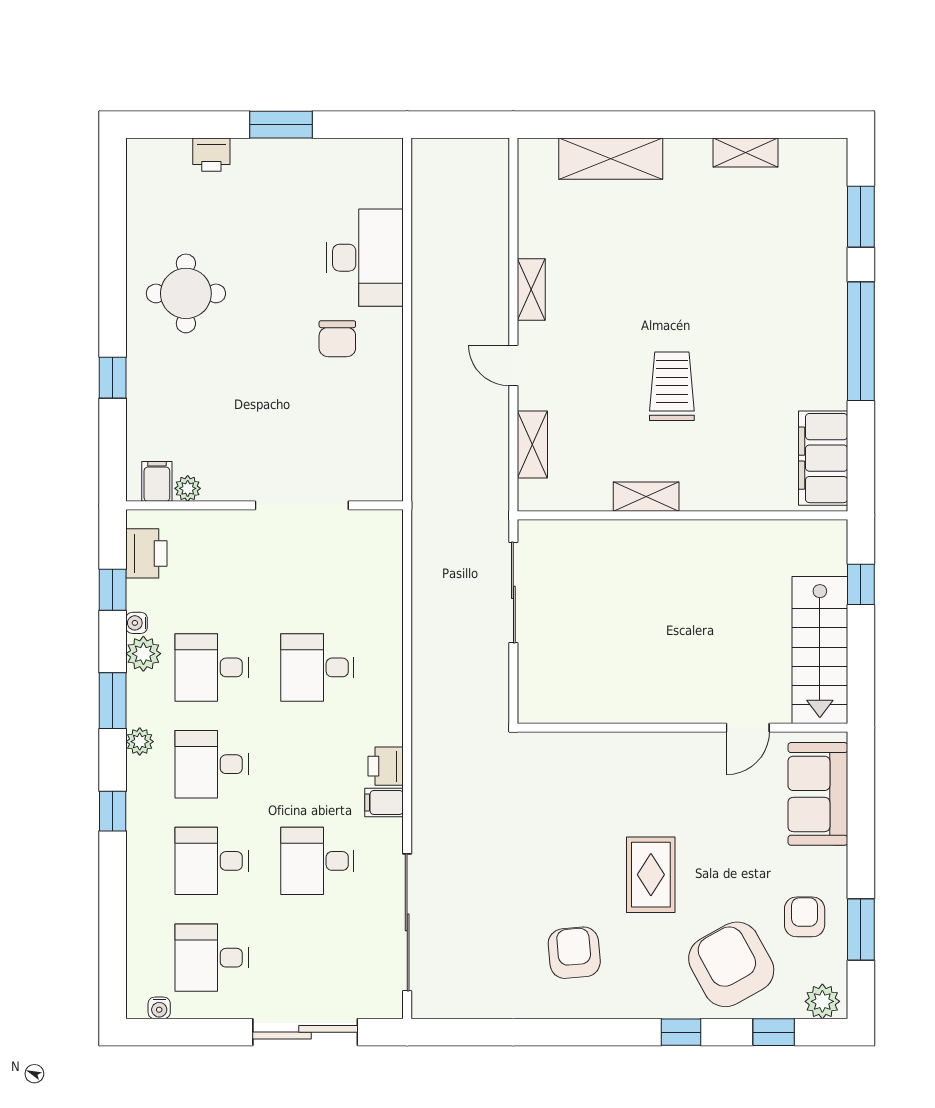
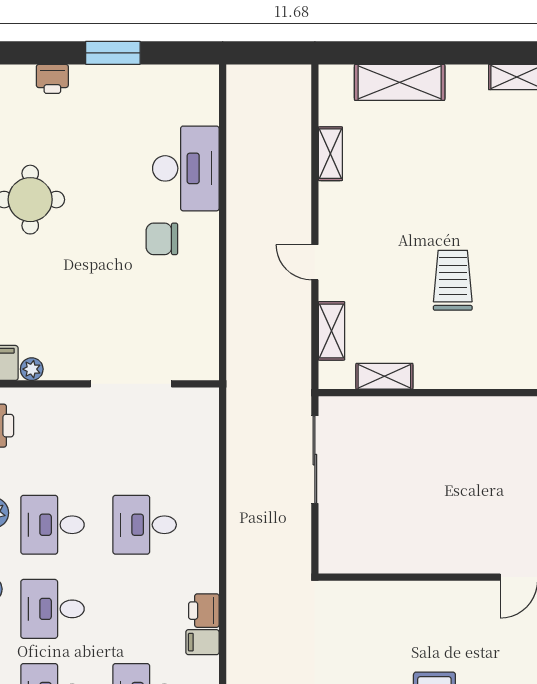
shelving: (531, 289) -> (330, 154), moved
chair: (337, 339) -> (162, 239), turned 90
shelving: (646, 497) -> (384, 376), moved

